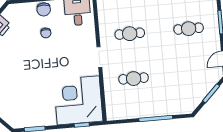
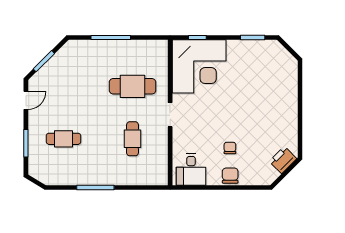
cafe table: (130, 34) -> (133, 139), turned 90
cafe table: (134, 79) -> (133, 86), width x1.37, depth x1.35

